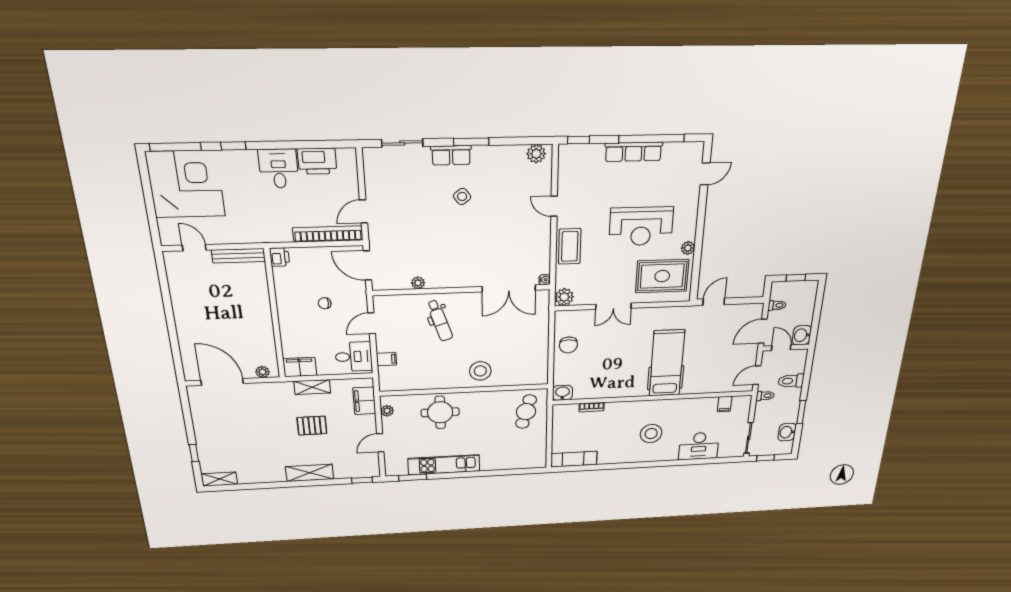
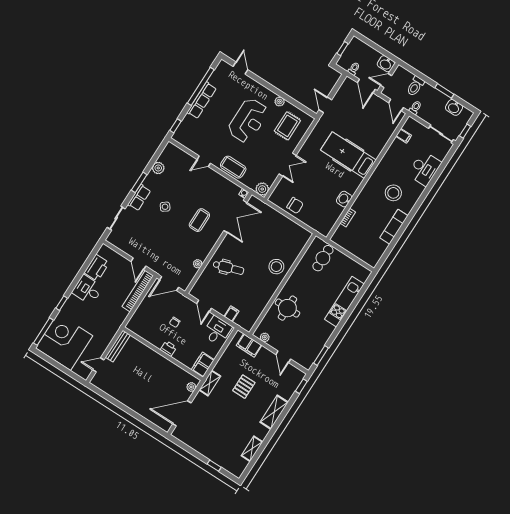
plant: (536, 154) -> (158, 168), moved
coffee table: (475, 250) -> (199, 220), added
printer: (279, 257) -> (168, 349), moved
rug: (662, 276) -> (287, 126), width x0.73, depth x0.70
shelving: (312, 387) -> (210, 383), moved
washbasin: (562, 393) -> (344, 199), moved
cafe table: (526, 412) -> (323, 258), turned 75
exam couch: (574, 459) -> (394, 227), moved
kitchen unit: (444, 465) -> (344, 302), moved
shelving: (219, 479) -> (252, 449), moved

